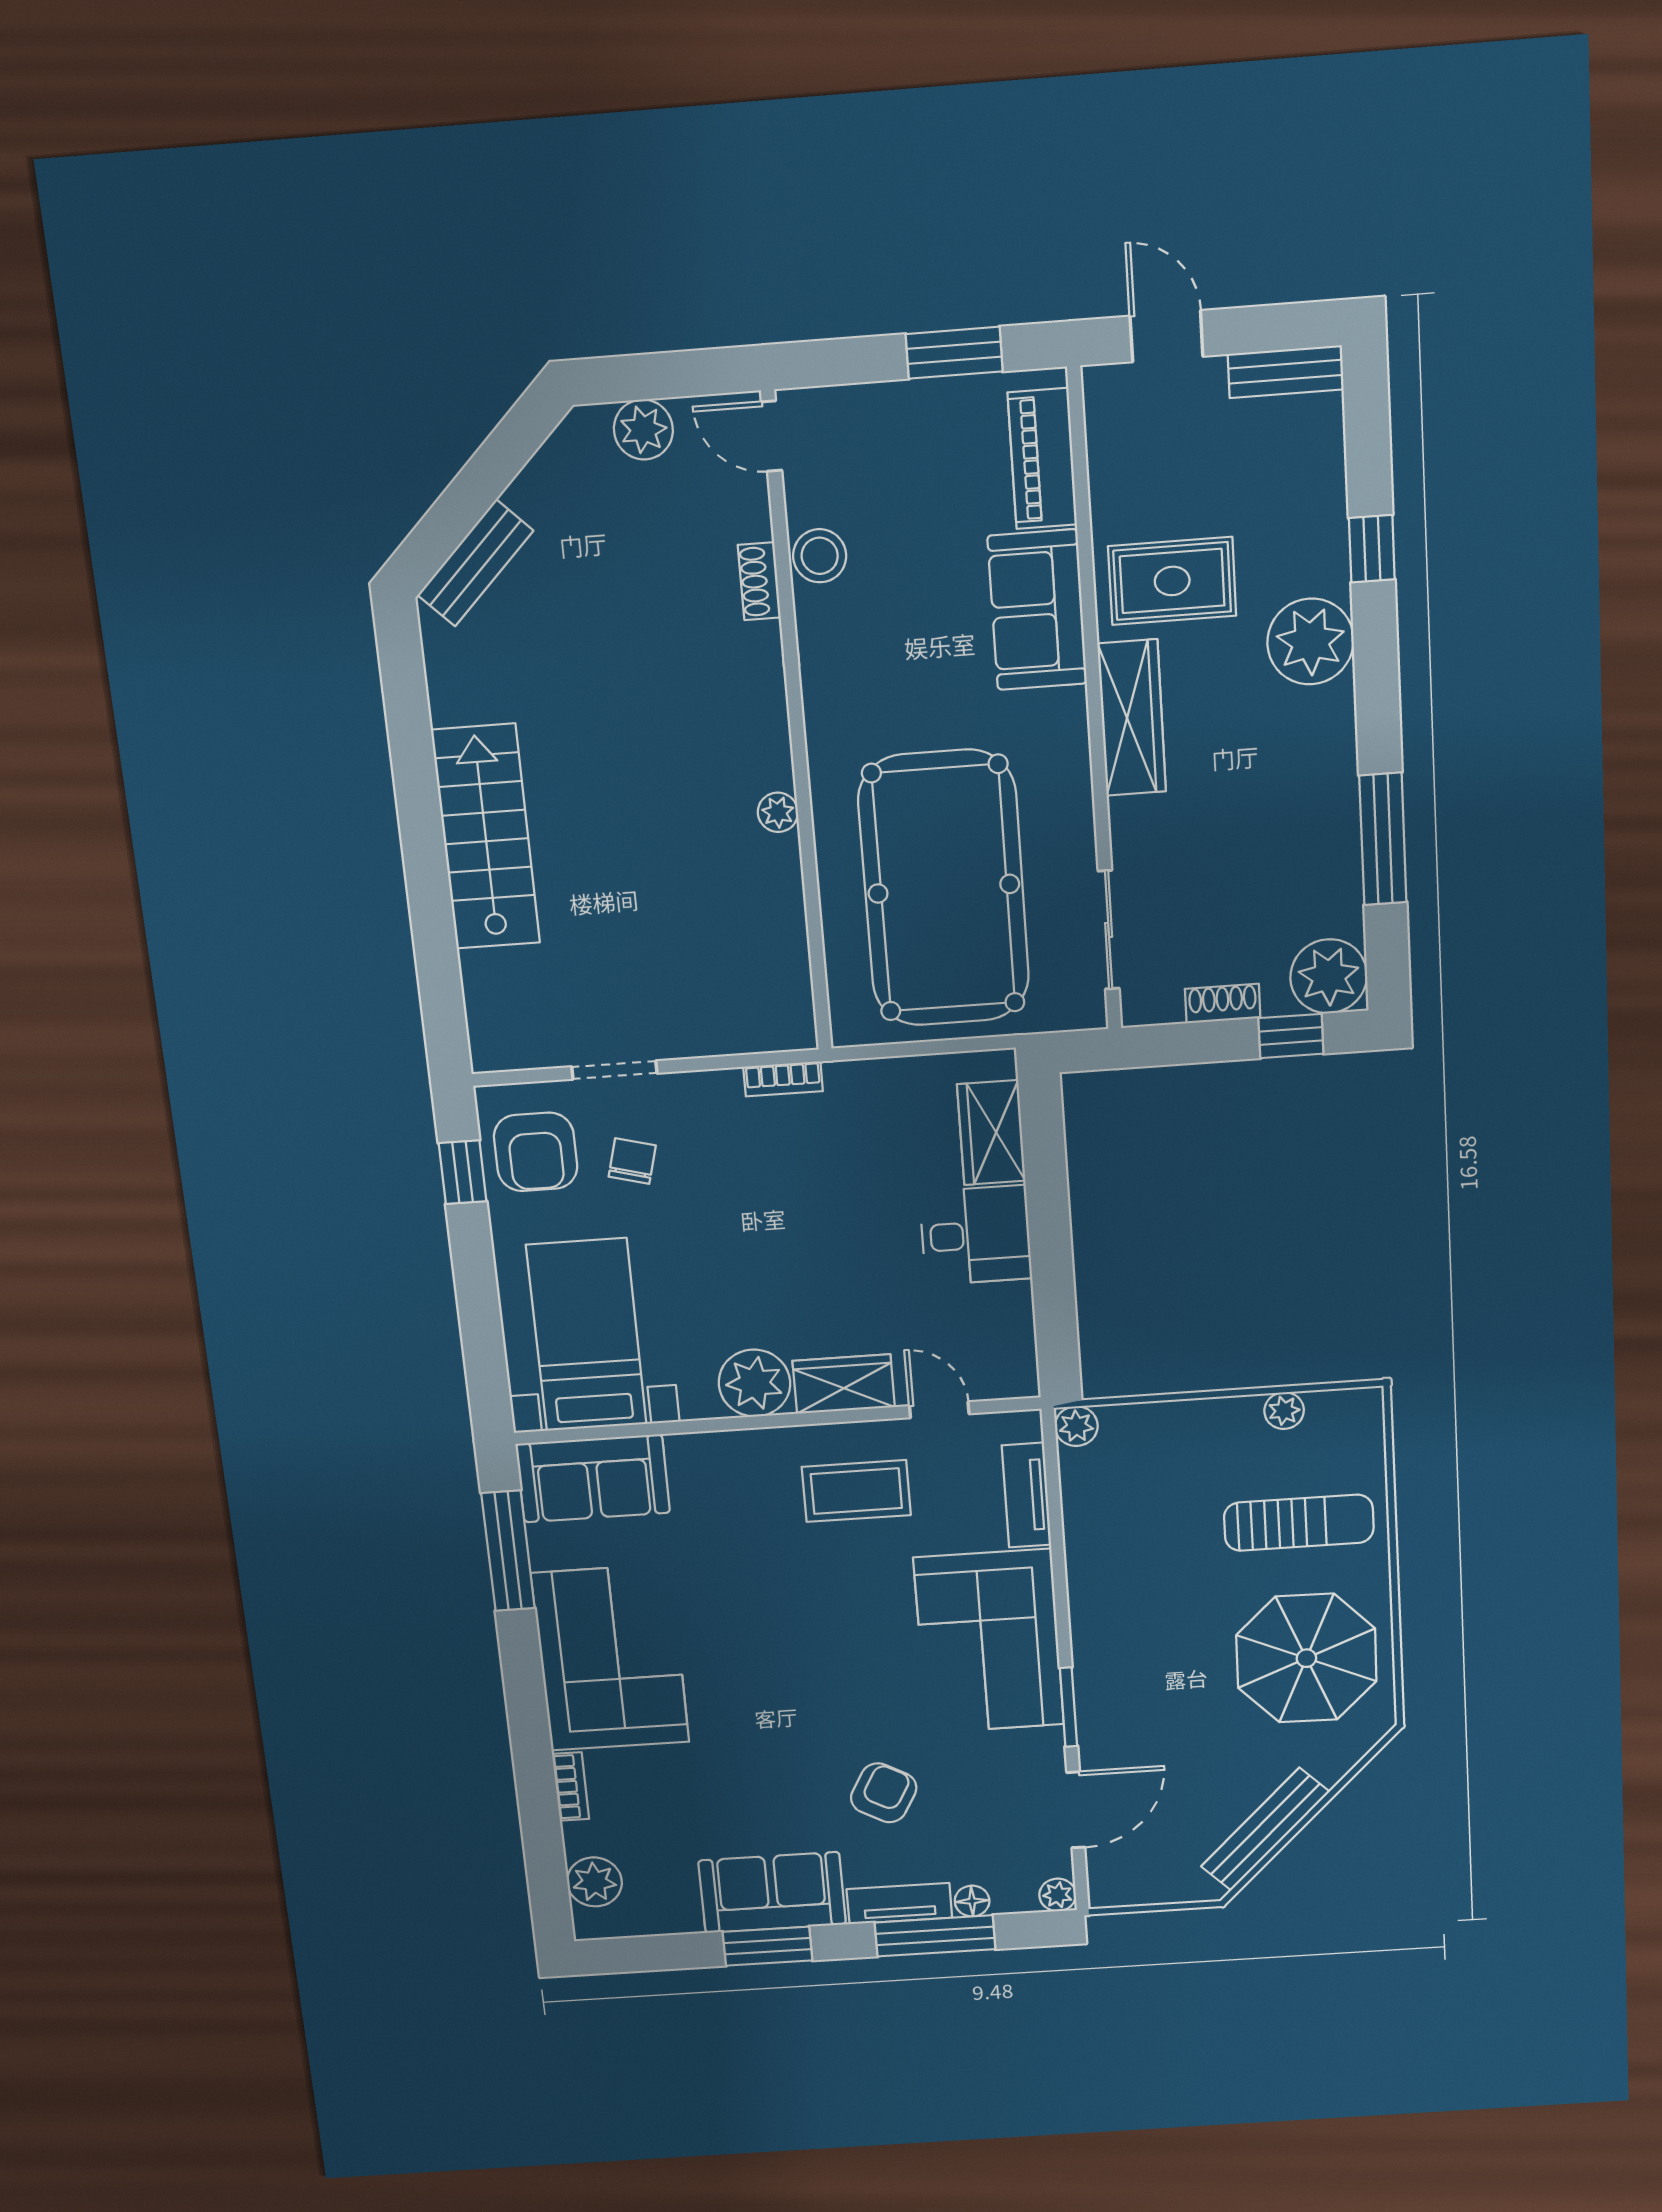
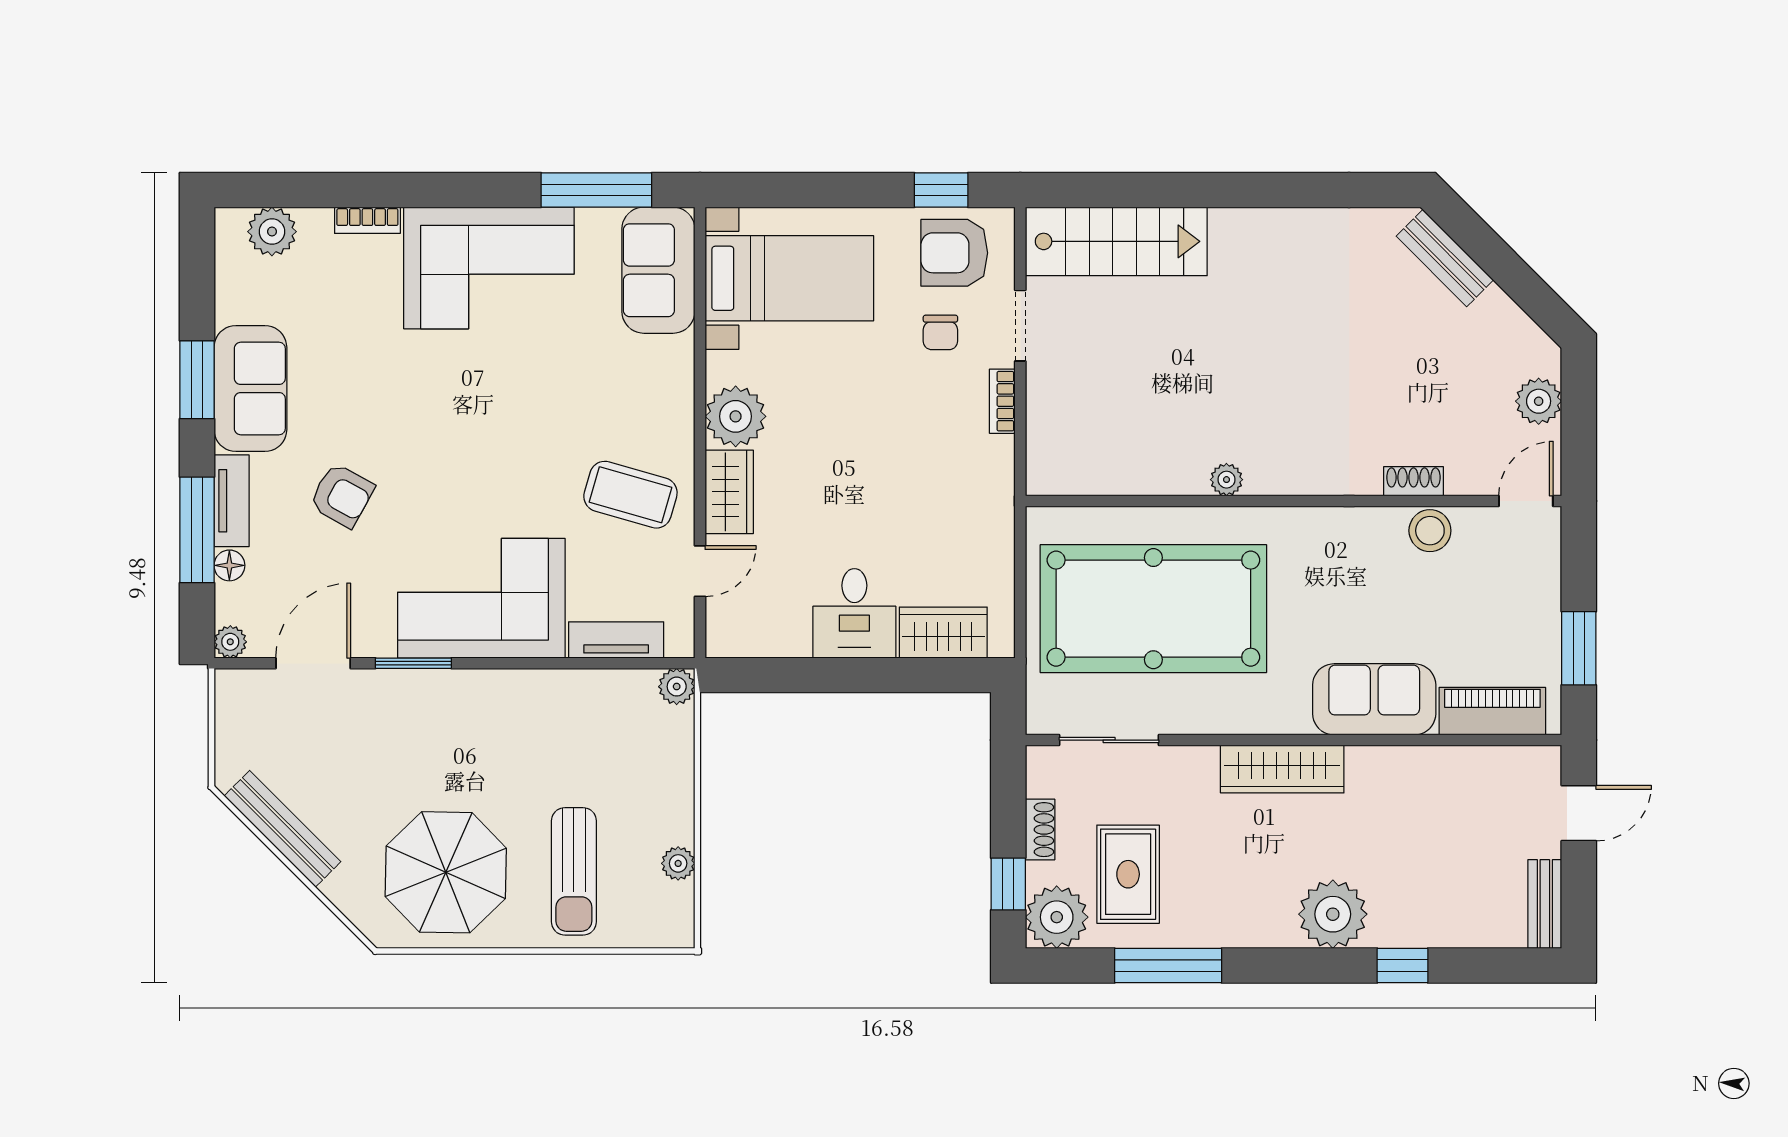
rug: (1172, 581) -> (1128, 874), moved
stairs: (486, 837) -> (1116, 241), moved
bookcase: (783, 1079) -> (1002, 401), moved
chair: (632, 1161) -> (940, 332), turned 75
coffee table: (856, 1491) -> (630, 495), turned -74
door: (1076, 1810) -> (313, 663), swing flipped

